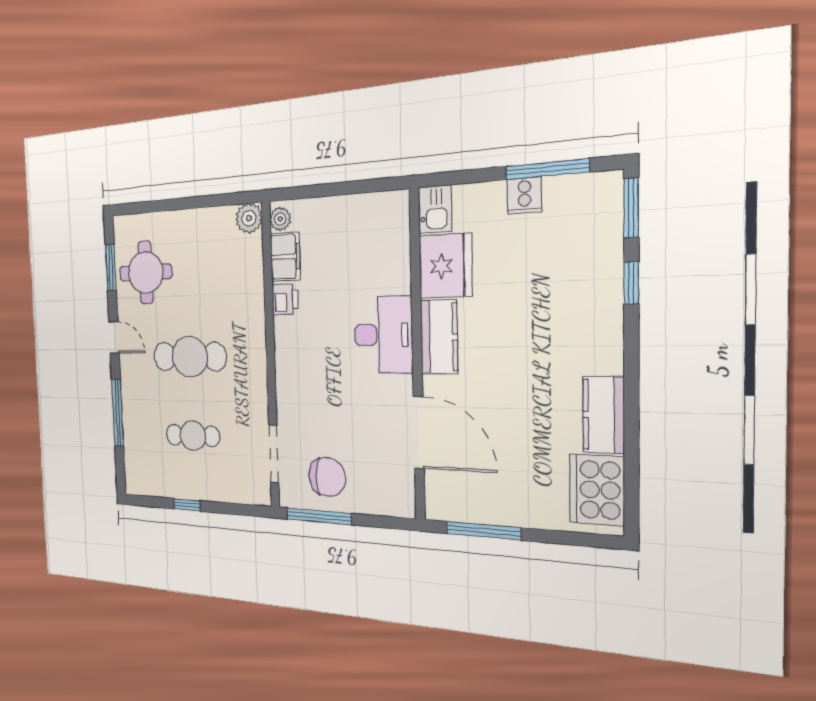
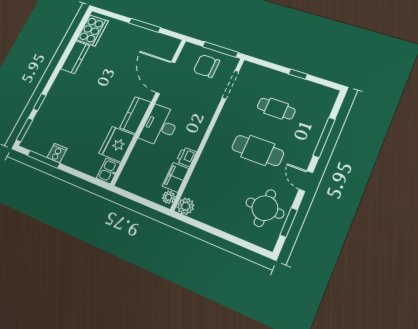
kitchen sink: (435, 209) -> (108, 171), moved
fridge: (446, 266) -> (117, 144), moved
desk: (383, 335) -> (160, 126), moved
kitchen counter: (439, 337) -> (135, 115), moved
wall: (417, 356) -> (149, 111), moved
door: (419, 433) -> (166, 78), moved

